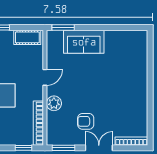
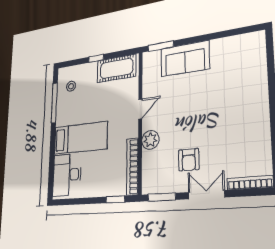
cot: (27, 37) -> (116, 68), width x1.37, depth x1.34
armchair: (86, 121) -> (189, 160), turned -90

